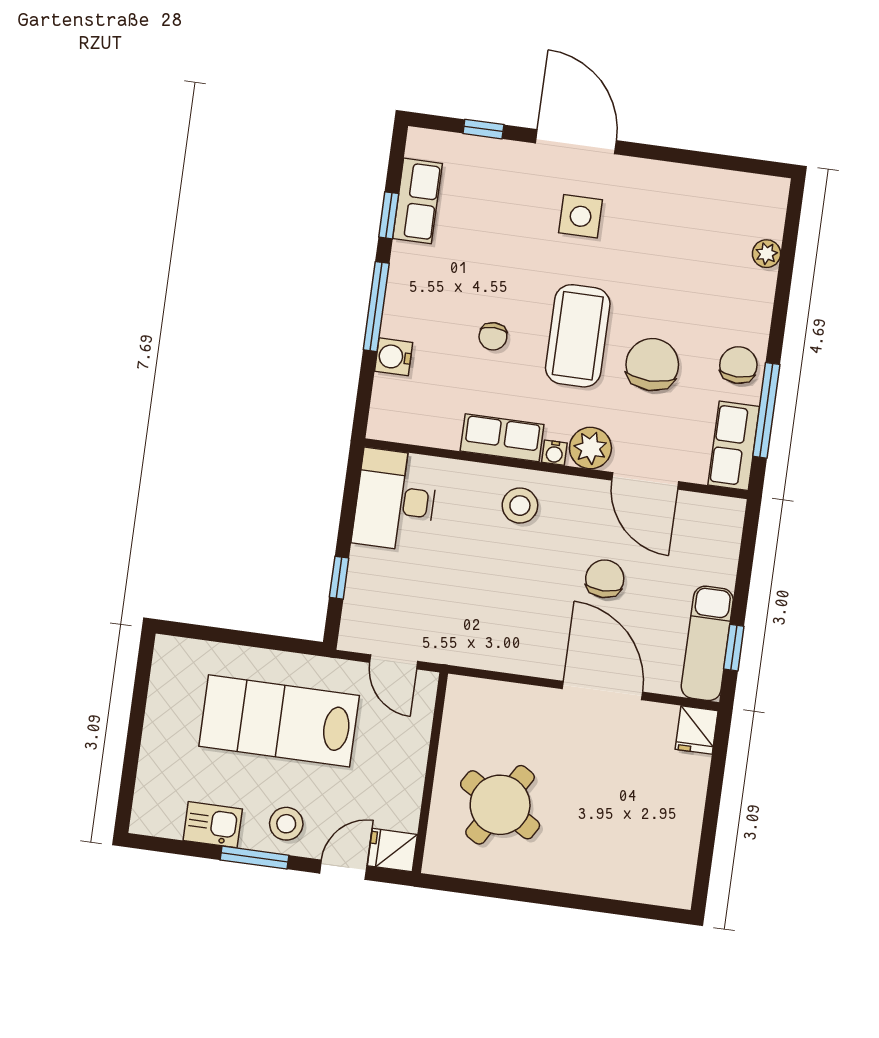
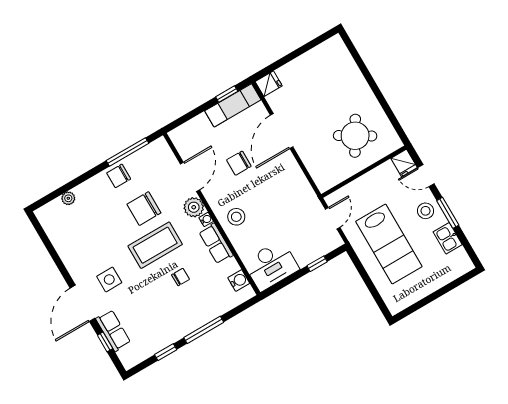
row of seats: (417, 201) -> (113, 331), moved, turned 90
water cooler: (394, 357) -> (239, 281), moved, turned -90
row of seats: (734, 446) -> (150, 154), removed

